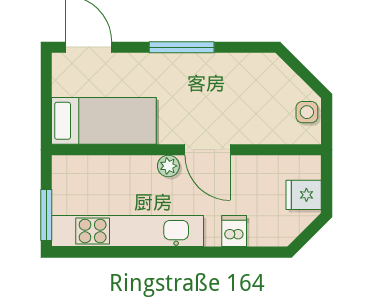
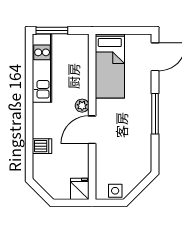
fridge: (304, 195) -> (80, 189), moved
kitchen unit: (128, 231) -> (42, 68), width x0.73

